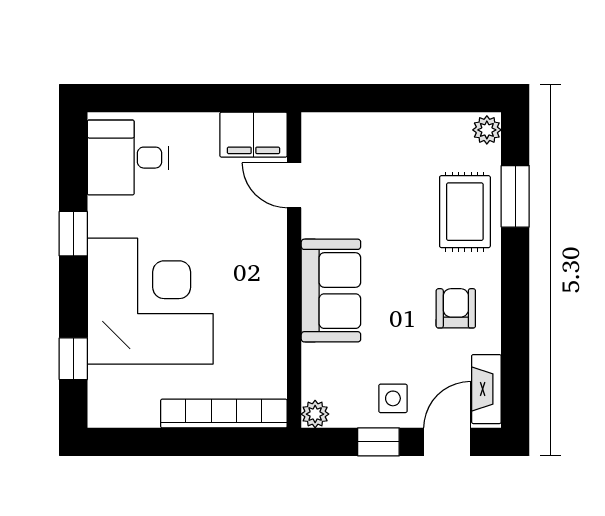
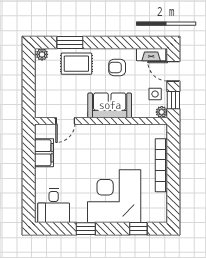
door: (294, 185) -> (65, 121), moved
wall: (294, 270) -> (101, 121), moved
sofa: (331, 291) -> (110, 105), moved
plant: (315, 414) -> (162, 112), moved

